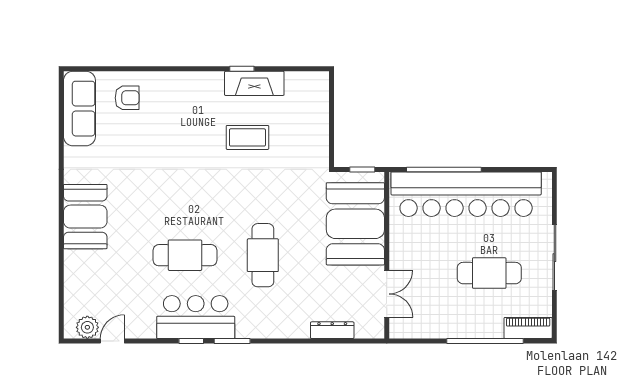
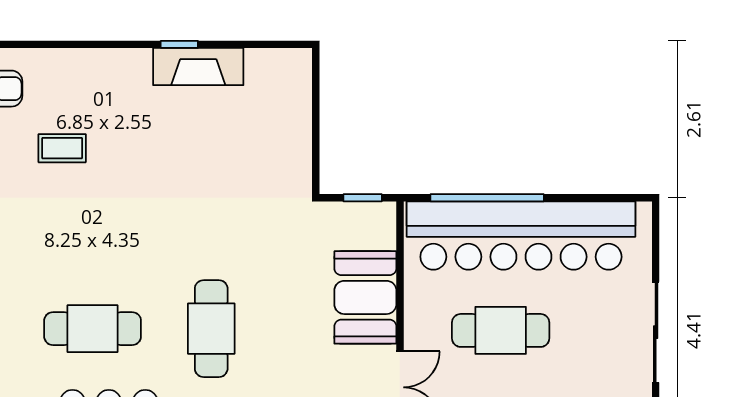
coffee table: (247, 137) -> (62, 148), moved, width x0.73, depth x0.77
booth: (355, 224) -> (365, 297), width x0.73, depth x0.70
cafe table: (489, 273) -> (501, 330), moved

